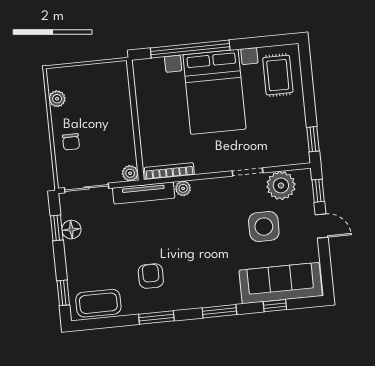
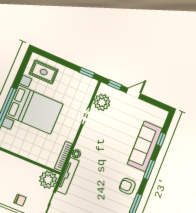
plant: (130, 173) -> (48, 180), width x1.87, depth x1.87
side table: (264, 227) -> (118, 123), removed
armchair: (151, 276) -> (127, 186), moved
sofa: (281, 283) -> (145, 146), moved

